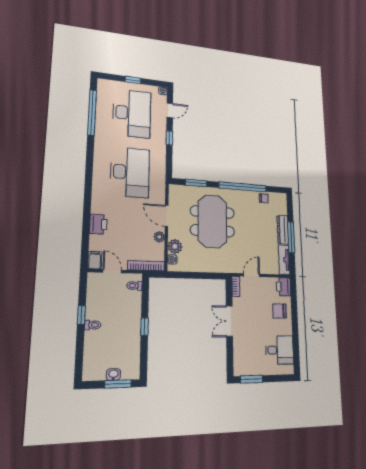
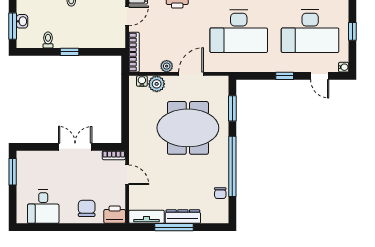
toilet: (134, 286) -> (48, 40), moved

